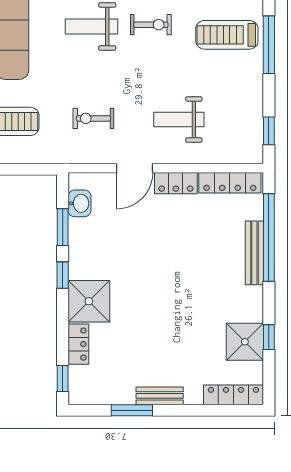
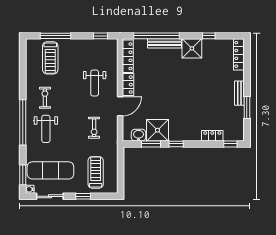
door: (134, 168) -> (120, 106), hinge flipped
shower: (89, 301) -> (157, 130), moved
shower: (245, 342) -> (192, 48), moved

